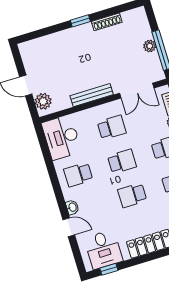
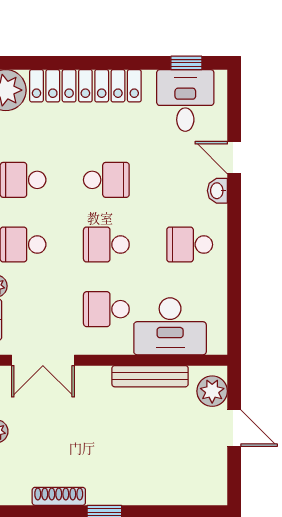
double door: (137, 91) -> (43, 360), swing flipped
bench: (92, 95) -> (150, 376), moved
desk: (62, 137) -> (170, 326), moved, turned 90
school desk: (78, 175) -> (190, 245), turned 180

